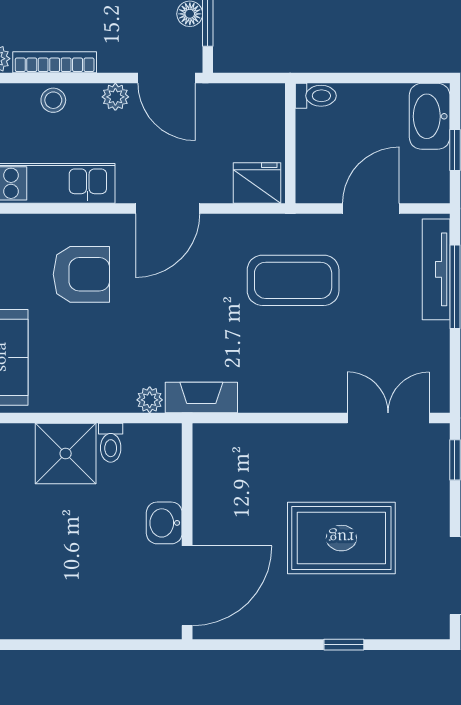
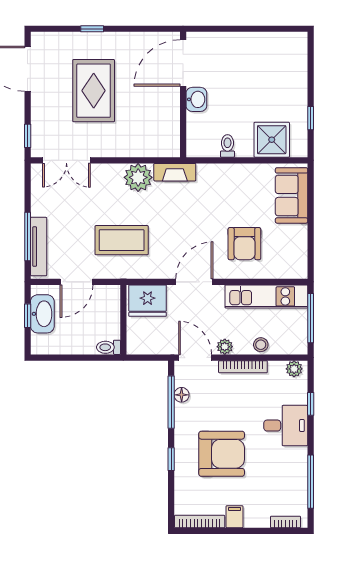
bookcase: (55, 62) -> (243, 367), moved
washbasin: (430, 116) -> (42, 314), moved
fridge: (257, 183) -> (148, 301), width x1.36, depth x1.34
armchair: (81, 274) -> (244, 244), turned -90
plant: (150, 400) -> (138, 177), moved, width x1.88, depth x1.88
shower: (66, 453) -> (272, 140), moved
rug: (341, 538) -> (94, 91), turned 90

